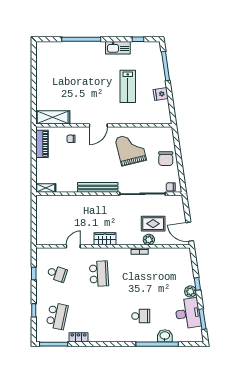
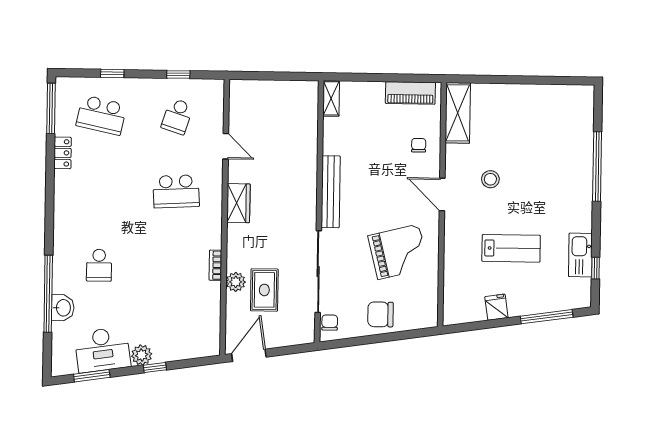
kitchen sink: (118, 48) -> (580, 255), moved
lab bench: (128, 86) -> (511, 248), turned 180
stool: (89, 99) -> (490, 179), added

